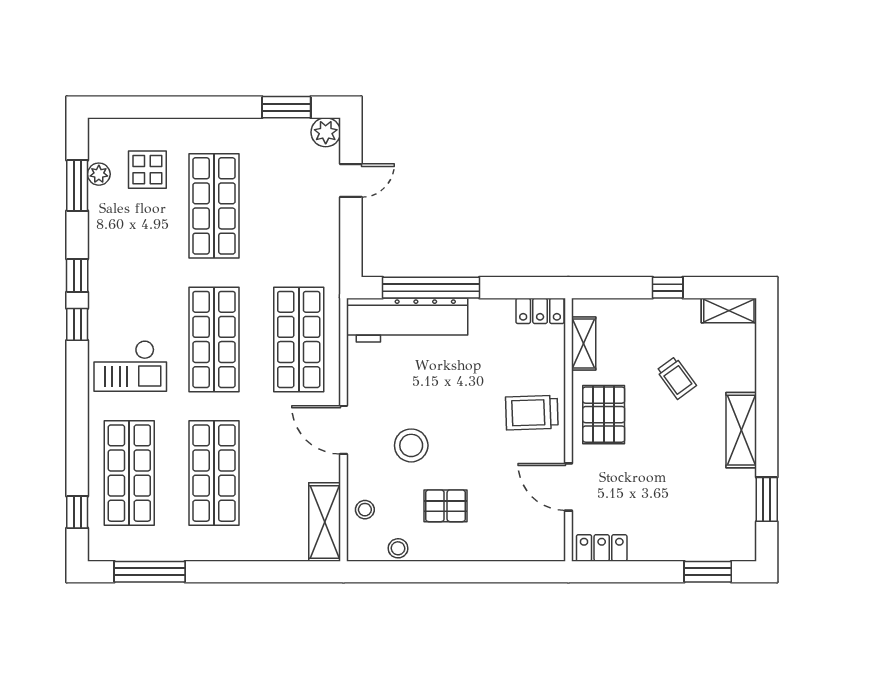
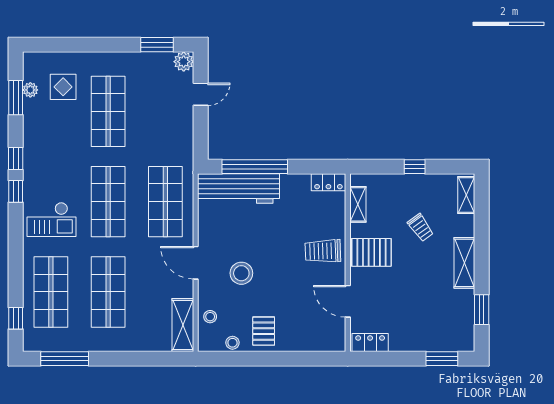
shelving: (729, 311) -> (466, 195), moved, turned 90
pallet: (604, 415) -> (371, 252), turned 90
pallet: (446, 506) -> (264, 331), moved, turned 90

